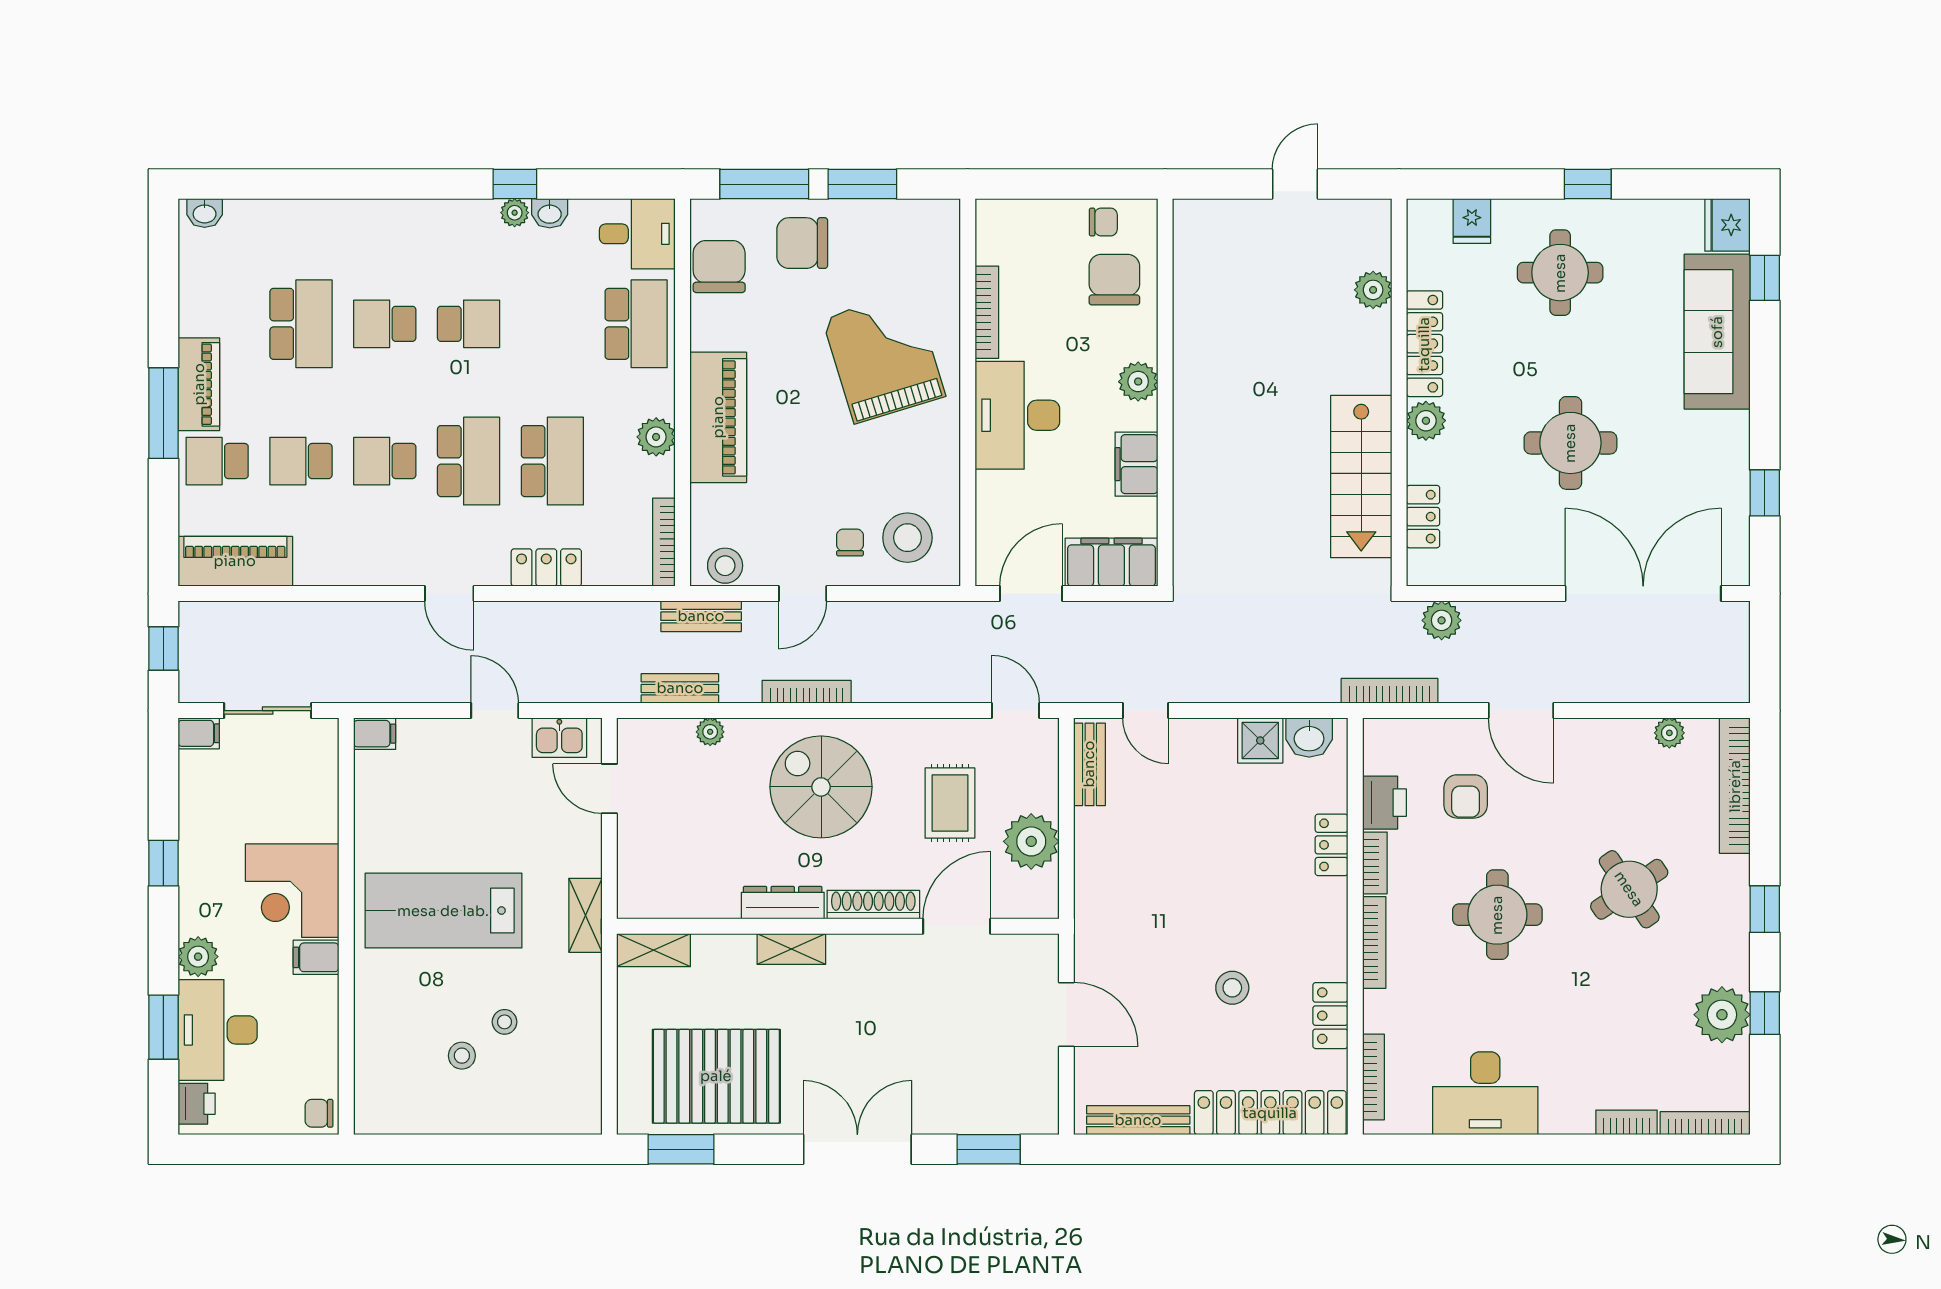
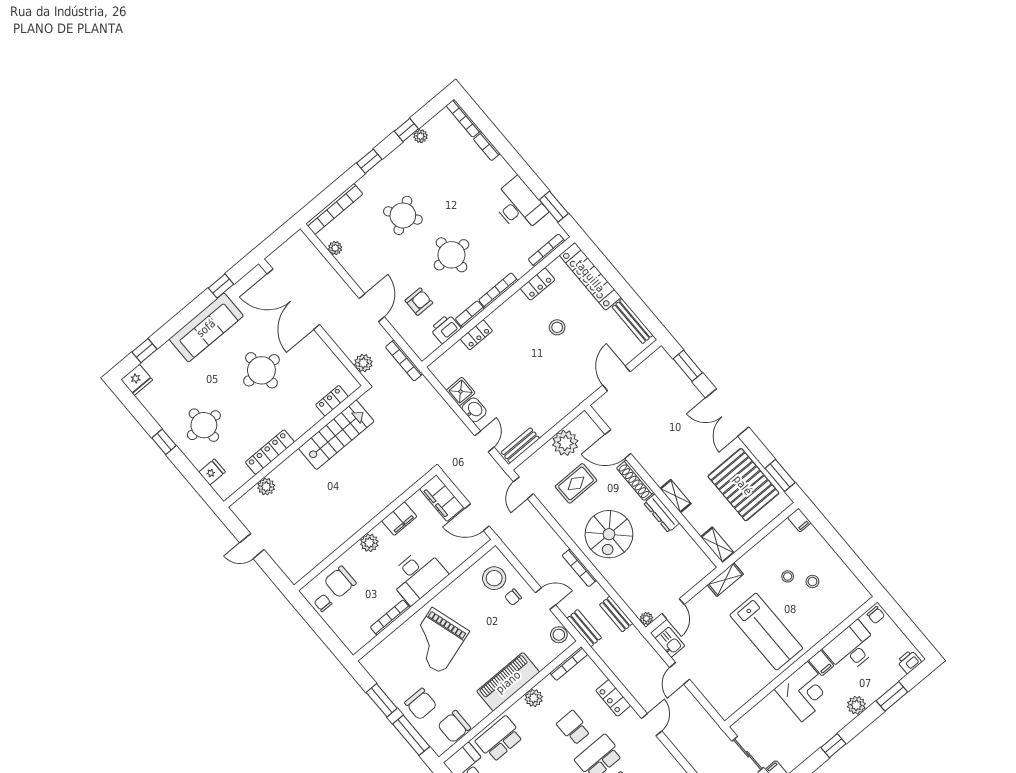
sofa: (1717, 332) -> (206, 328), moved
plant: (1426, 421) -> (297, 428), removed
school desk: (552, 461) -> (573, 728), width x0.54
plant: (710, 732) -> (646, 619), moved
filing cabinet: (375, 734) -> (799, 520), moved, turned 180
washbasin: (1309, 738) -> (474, 410), moved
plant: (1722, 1015) -> (421, 136), width x0.53, depth x0.53
desk: (218, 1030) -> (851, 648), moved, turned 180
window: (1435, 1149) -> (554, 207), added

